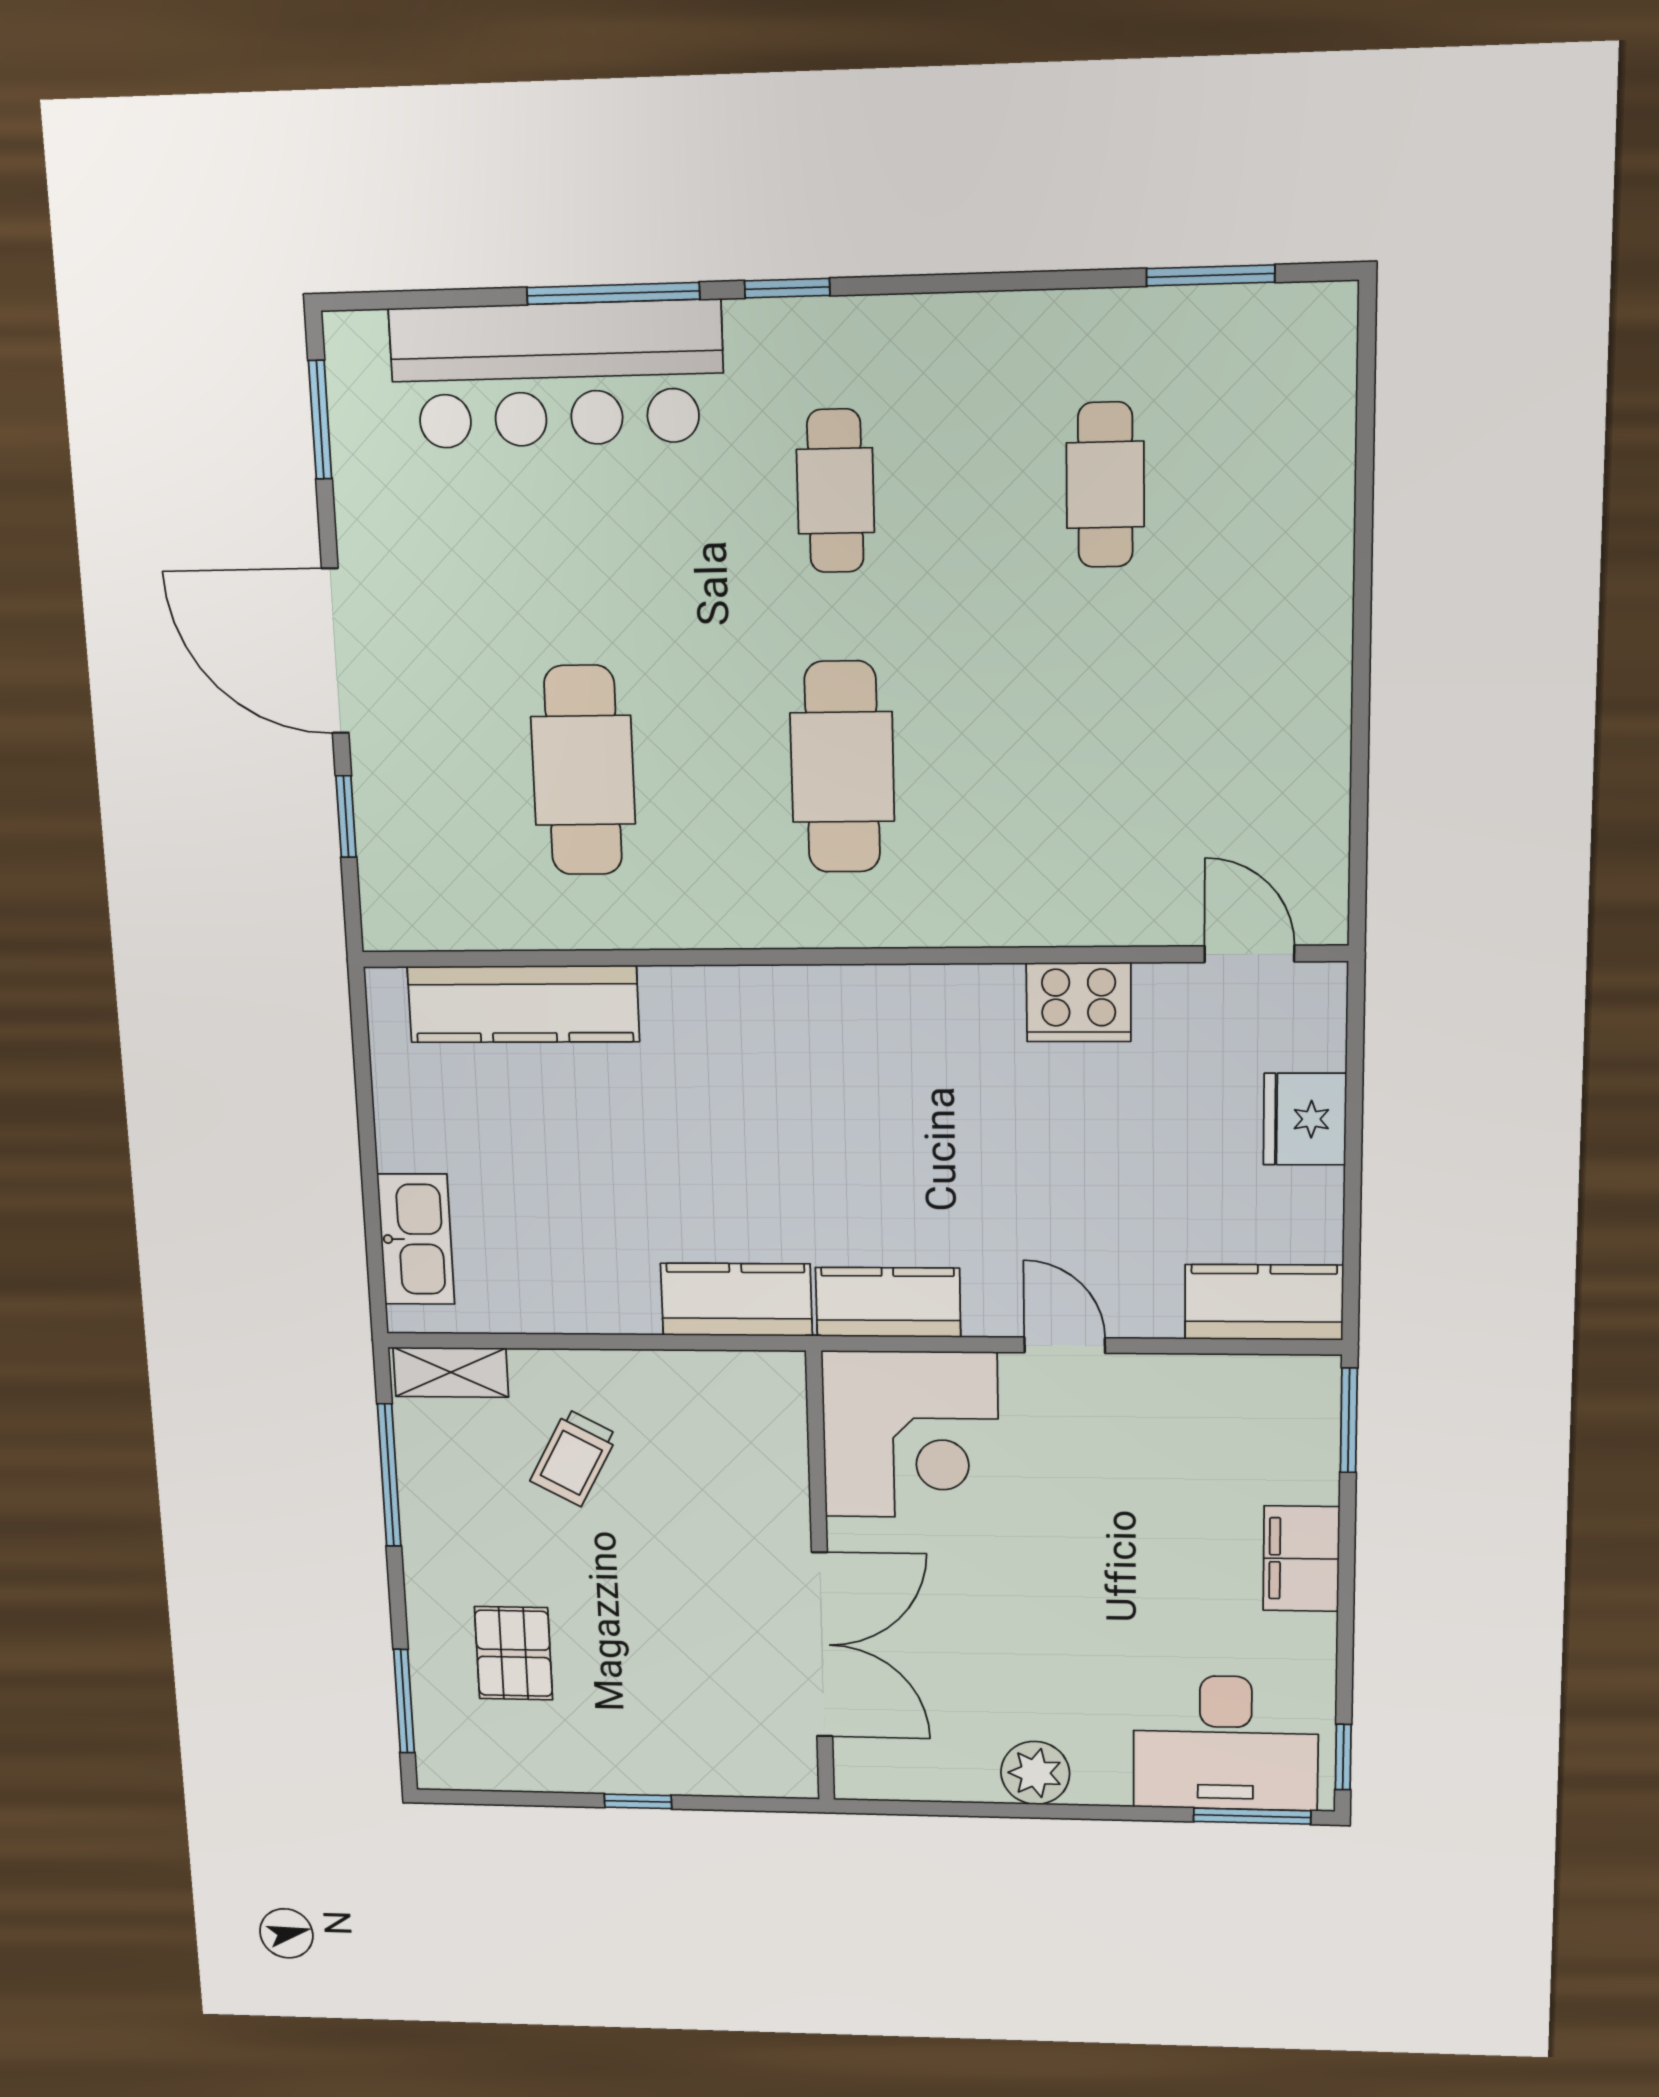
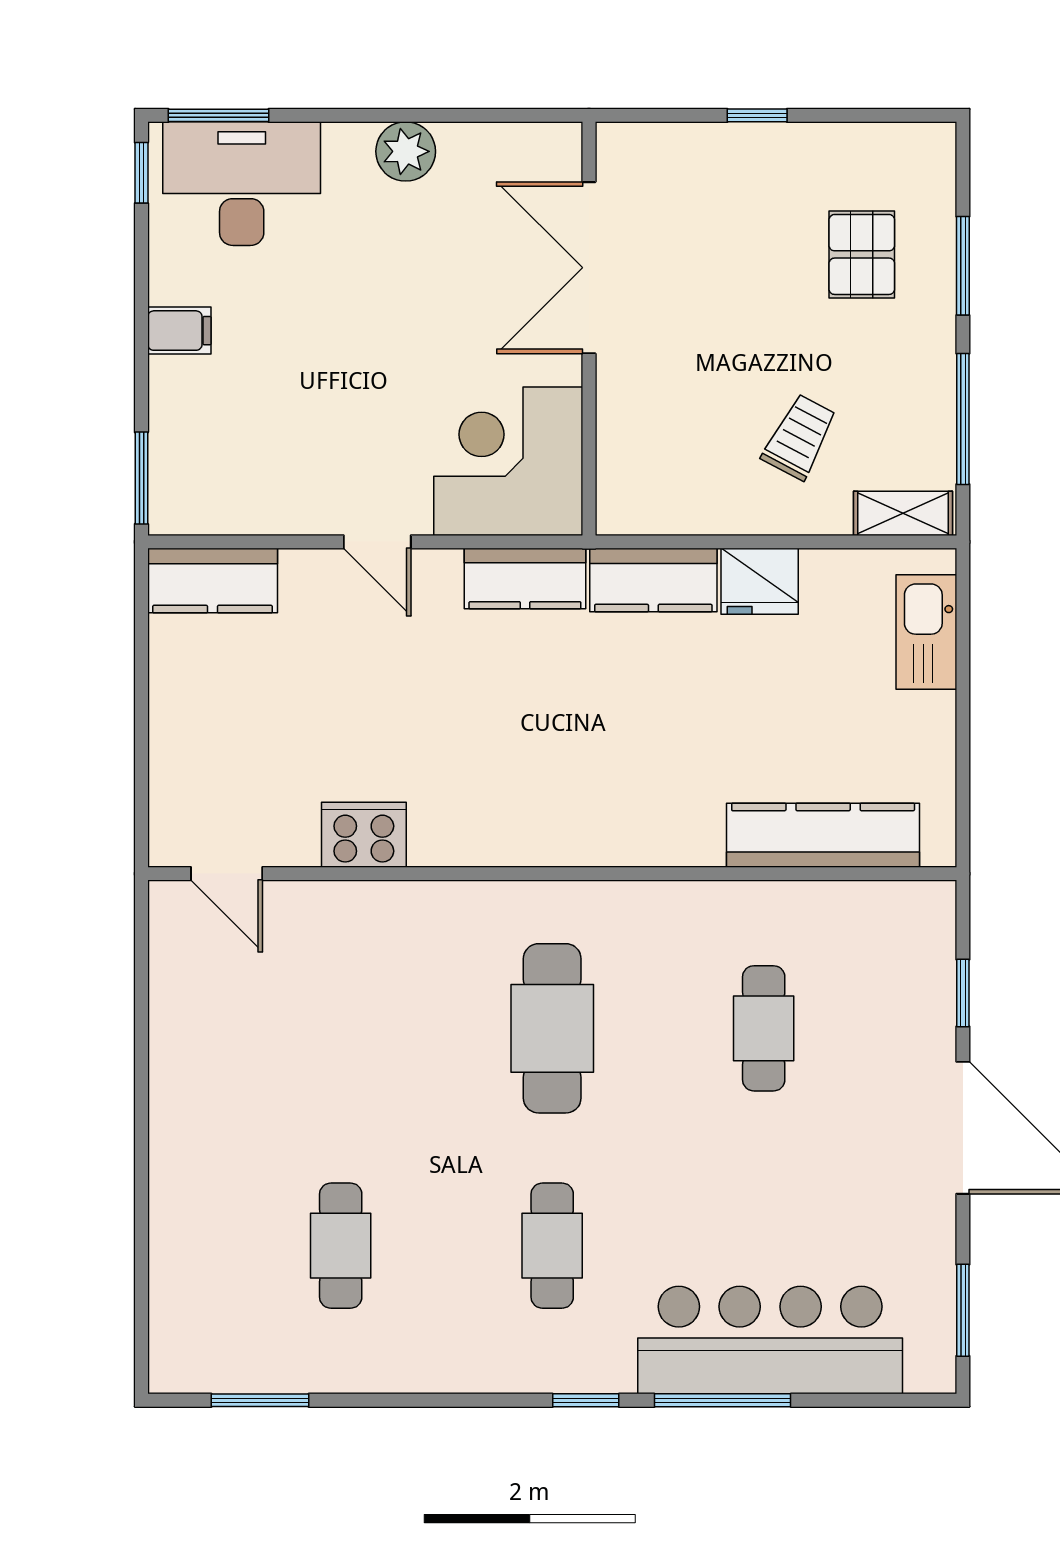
cafe table: (583, 770) -> (764, 1028), width x0.73, depth x0.74
fridge: (1305, 1119) -> (760, 581), moved, turned 90
filing cabinet: (1301, 1559) -> (179, 331), width x0.50
window: (404, 1701) -> (963, 266), moved

